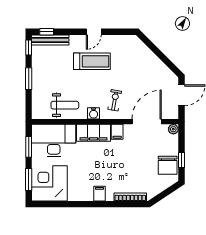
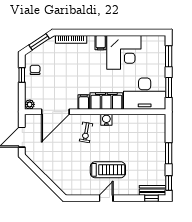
bench: (50, 40) -> (153, 190), width x0.73
treadmill: (92, 61) -> (108, 170), turned 180
weight bench: (65, 105) -> (134, 128), removed
chair: (168, 165) -> (35, 70), width x0.54, depth x0.54
corner desk: (49, 183) -> (124, 52), moved
window: (163, 194) -> (39, 42), added

